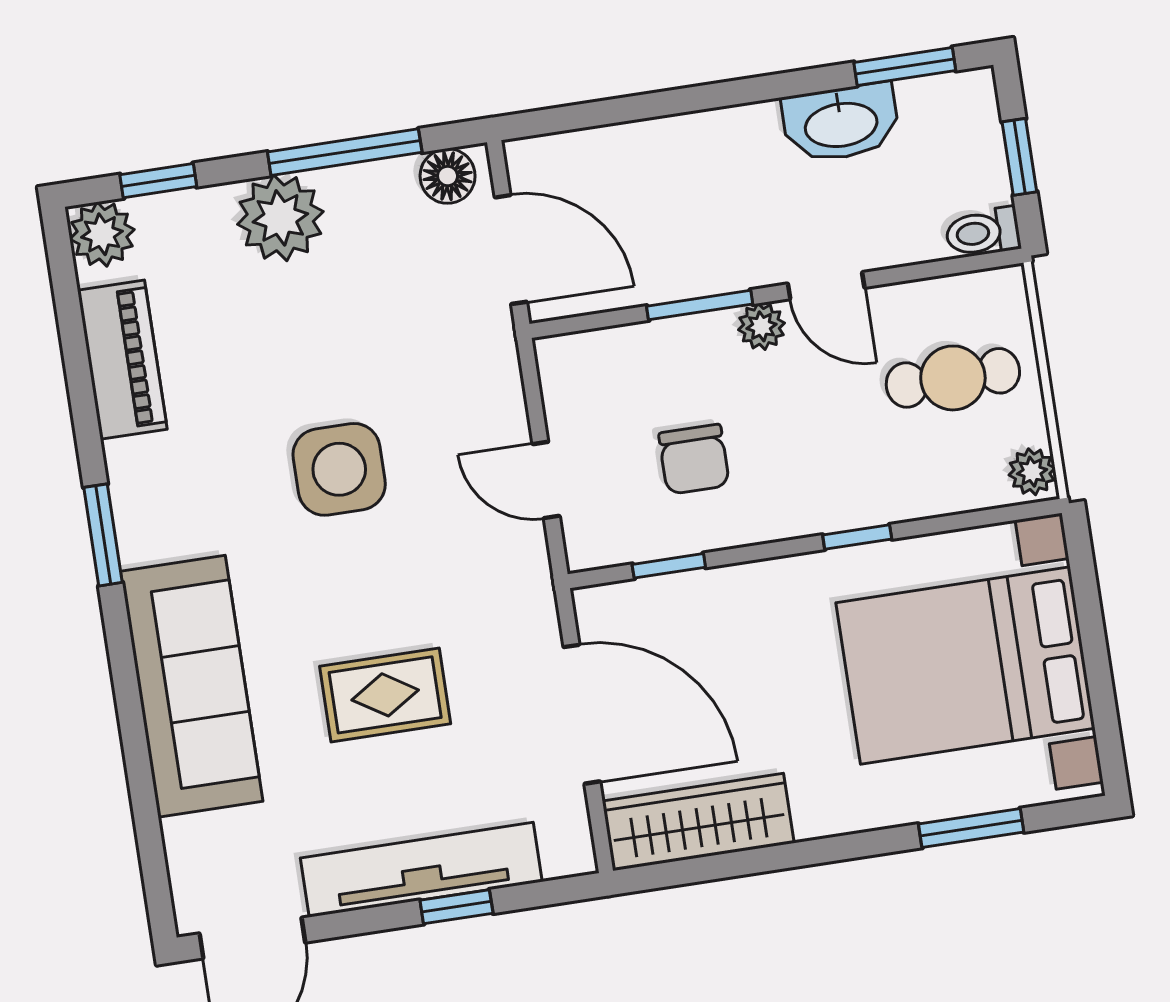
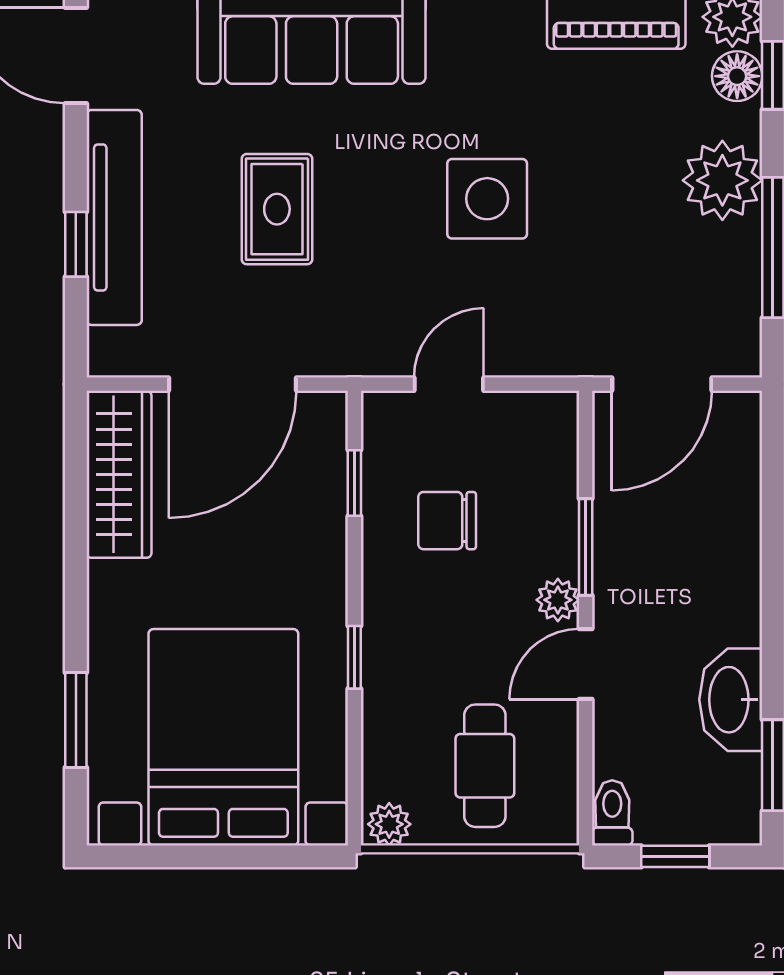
floor lamp: (448, 176) -> (737, 76), moved

